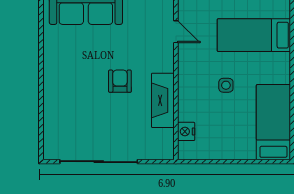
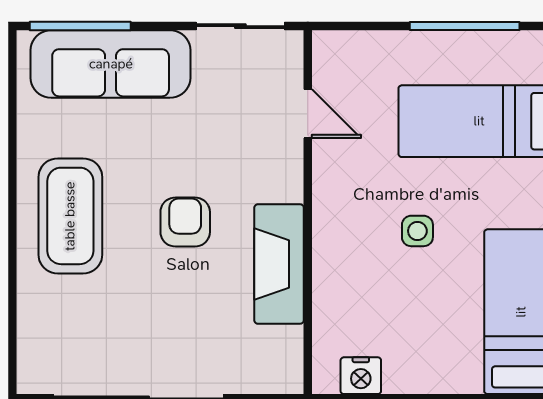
coffee table: (68, 78) -> (70, 216), added
nightstand: (186, 131) -> (361, 376), moved, turned -90

